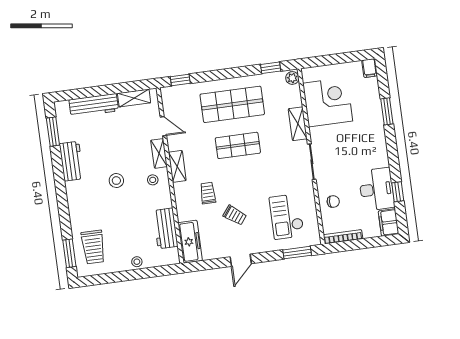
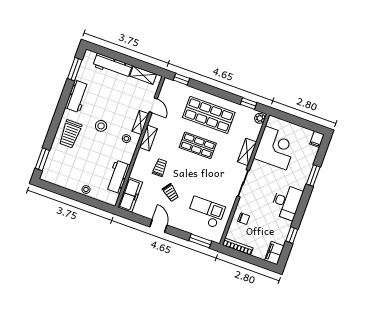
desk: (377, 189) -> (287, 202), moved
checkout: (287, 217) -> (206, 212), turned 90
trolley: (93, 247) -> (70, 134), moved
door: (241, 260) -> (158, 226), swing flipped

